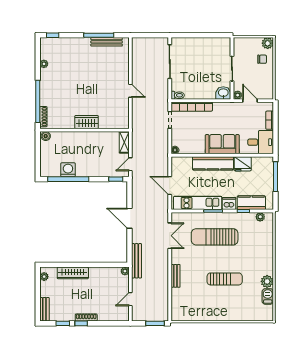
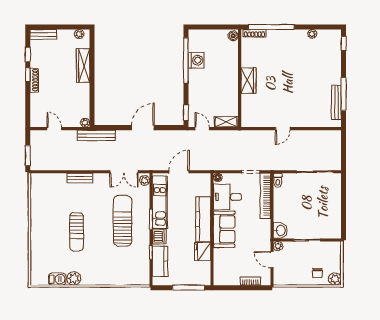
door: (250, 101) -> (272, 260), swing flipped
desk: (261, 142) -> (227, 197), moved, turned 90
plant: (260, 217) -> (145, 180), moved

